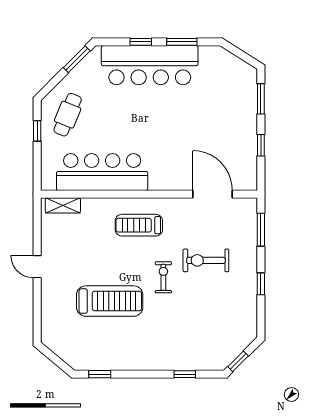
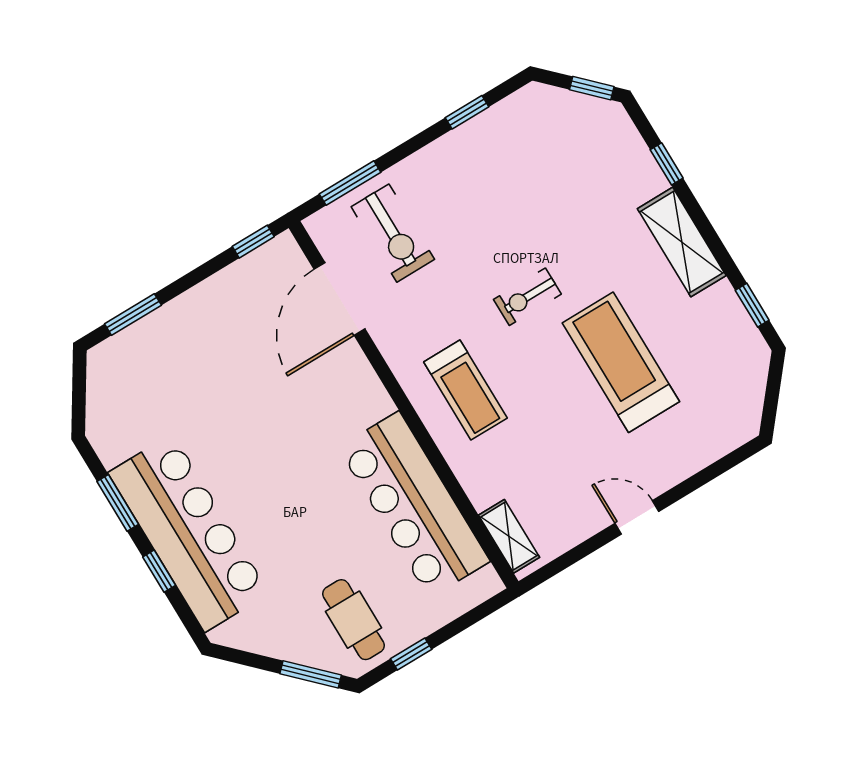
window: (77, 59) -> (311, 674), moved
cafe table: (68, 115) -> (353, 620), turned 68
window: (261, 145) -> (253, 242), moved
exercise bike: (206, 260) -> (393, 233), moved
door: (37, 267) -> (637, 517), swing flipped
window: (261, 284) -> (467, 112), moved
shelving: (146, 360) -> (682, 242), added

